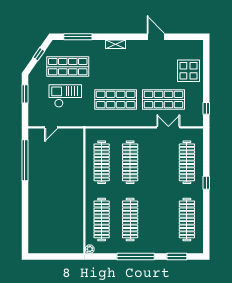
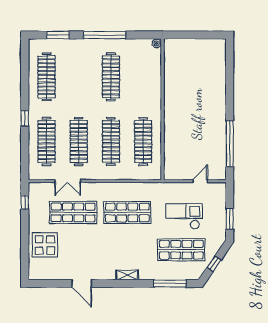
checkout: (65, 96) -> (184, 216), turned 180
clothes rail: (102, 219) -> (79, 141), moved

